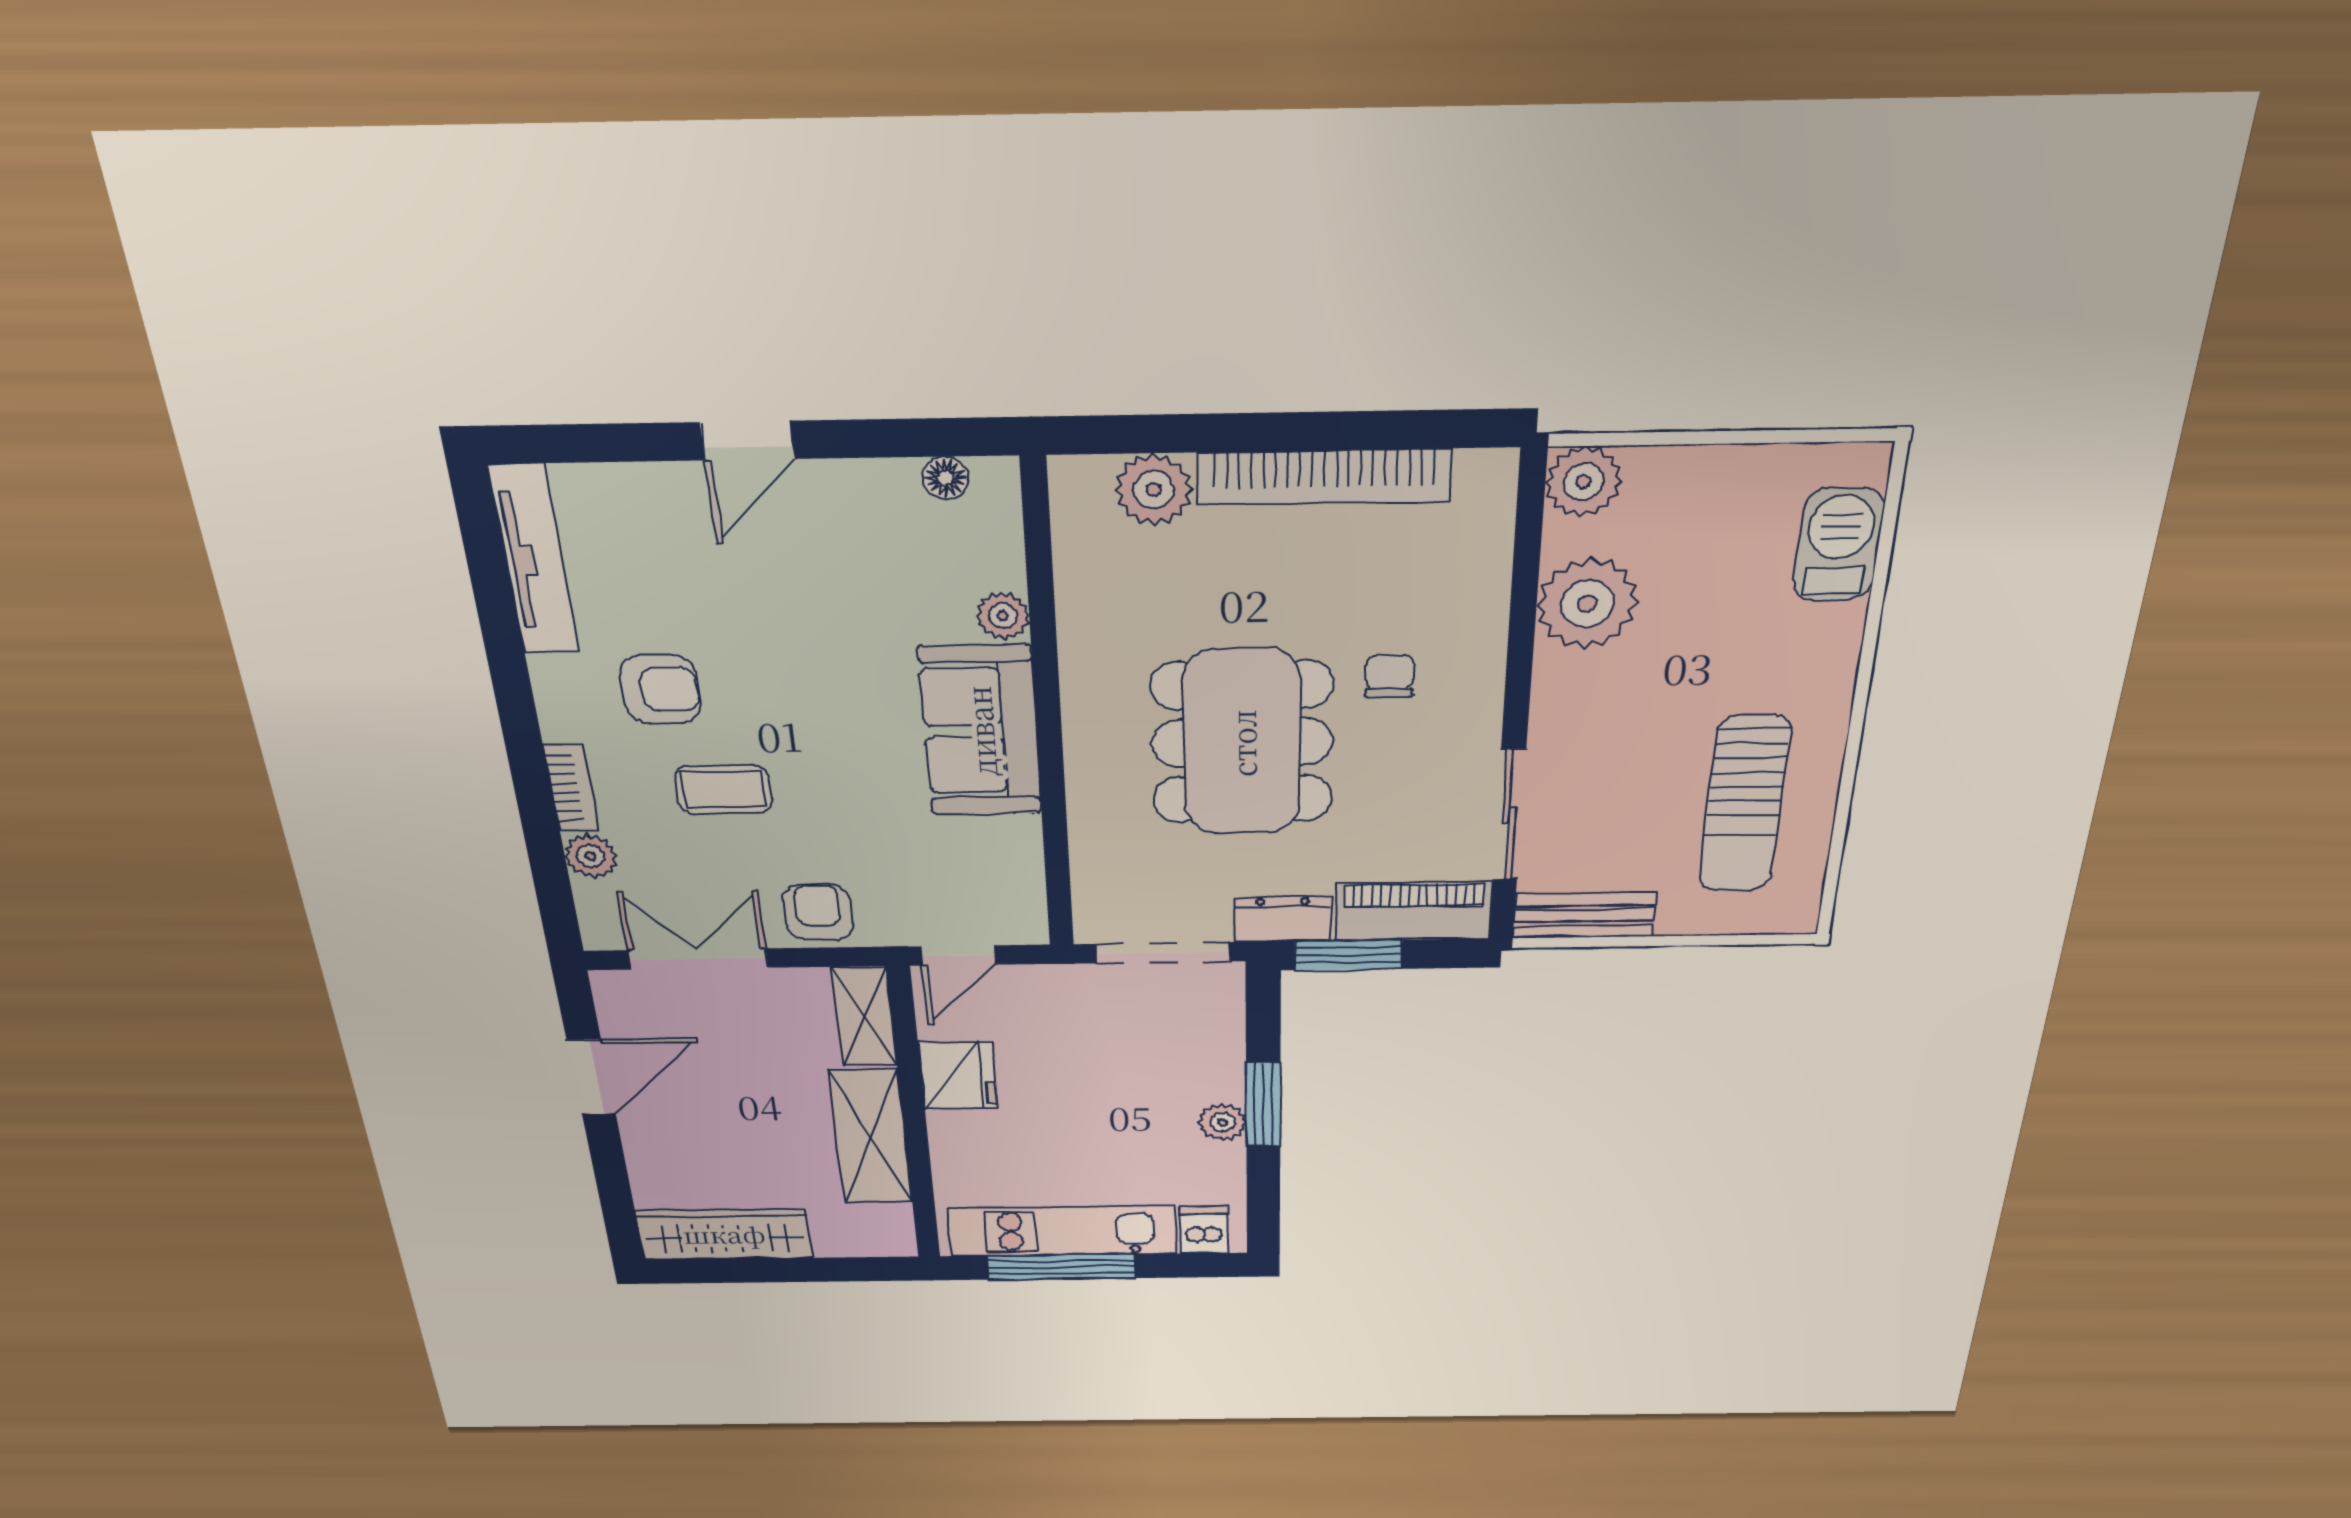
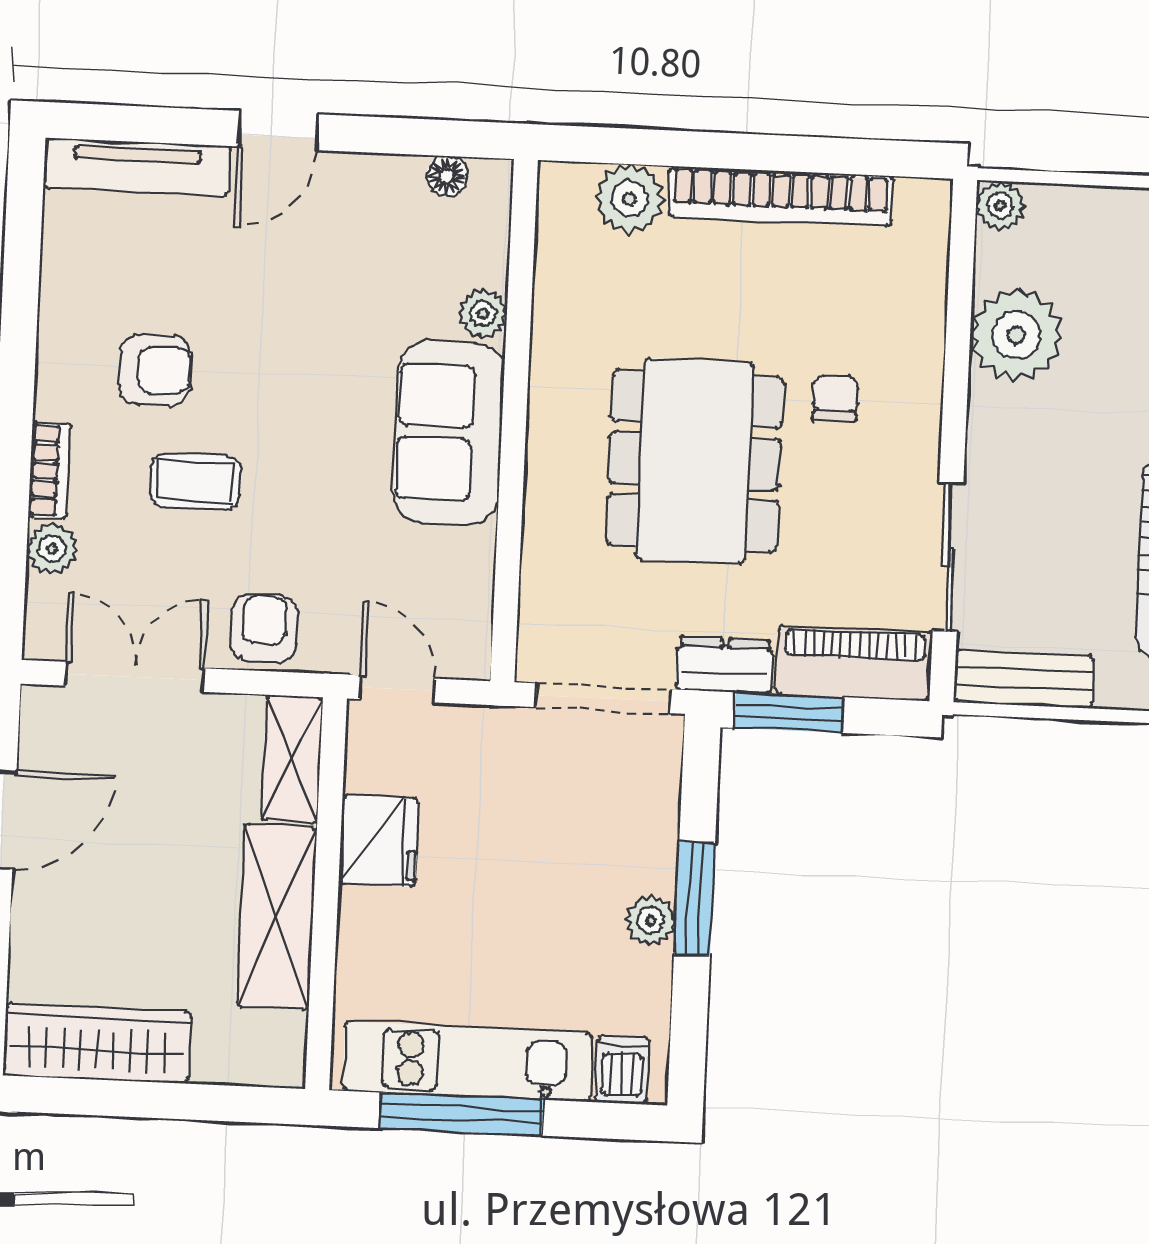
plant: (1583, 482) -> (1000, 206), width x0.73, depth x0.73
tv unit: (534, 560) -> (137, 167), moved, turned 90
door: (958, 955) -> (397, 689), swing flipped

